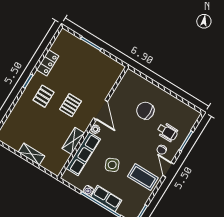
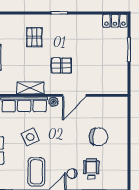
locker: (48, 63) -> (115, 21), moved
pallet: (44, 96) -> (34, 37), moved, turned 90
chair: (145, 111) -> (98, 137), turned 95
wheelchair: (167, 132) -> (91, 169), turned 180

